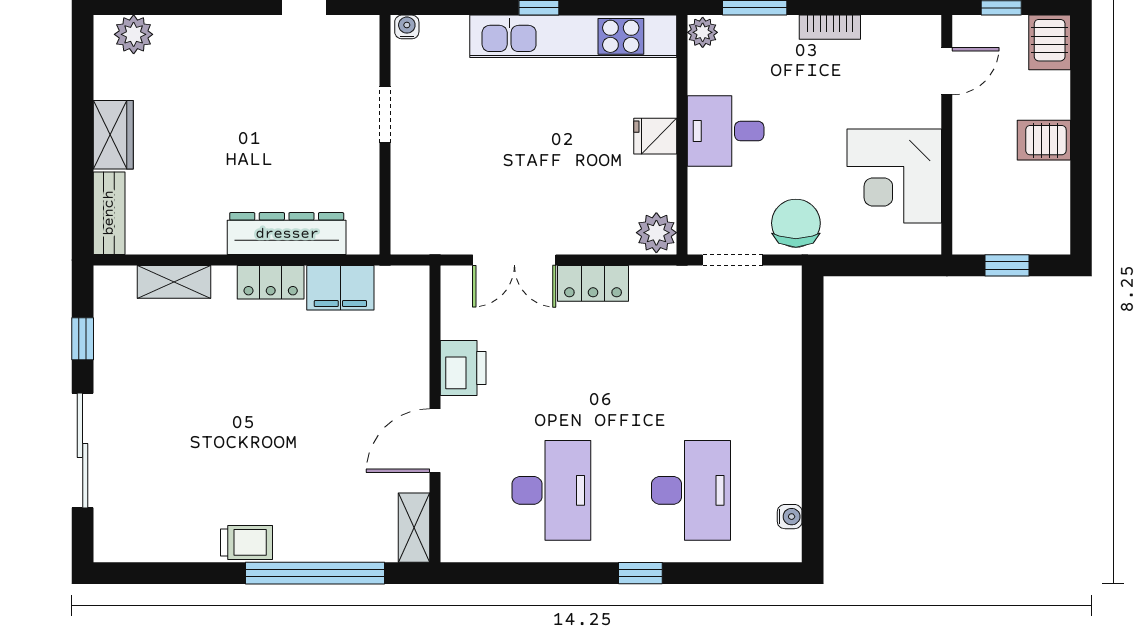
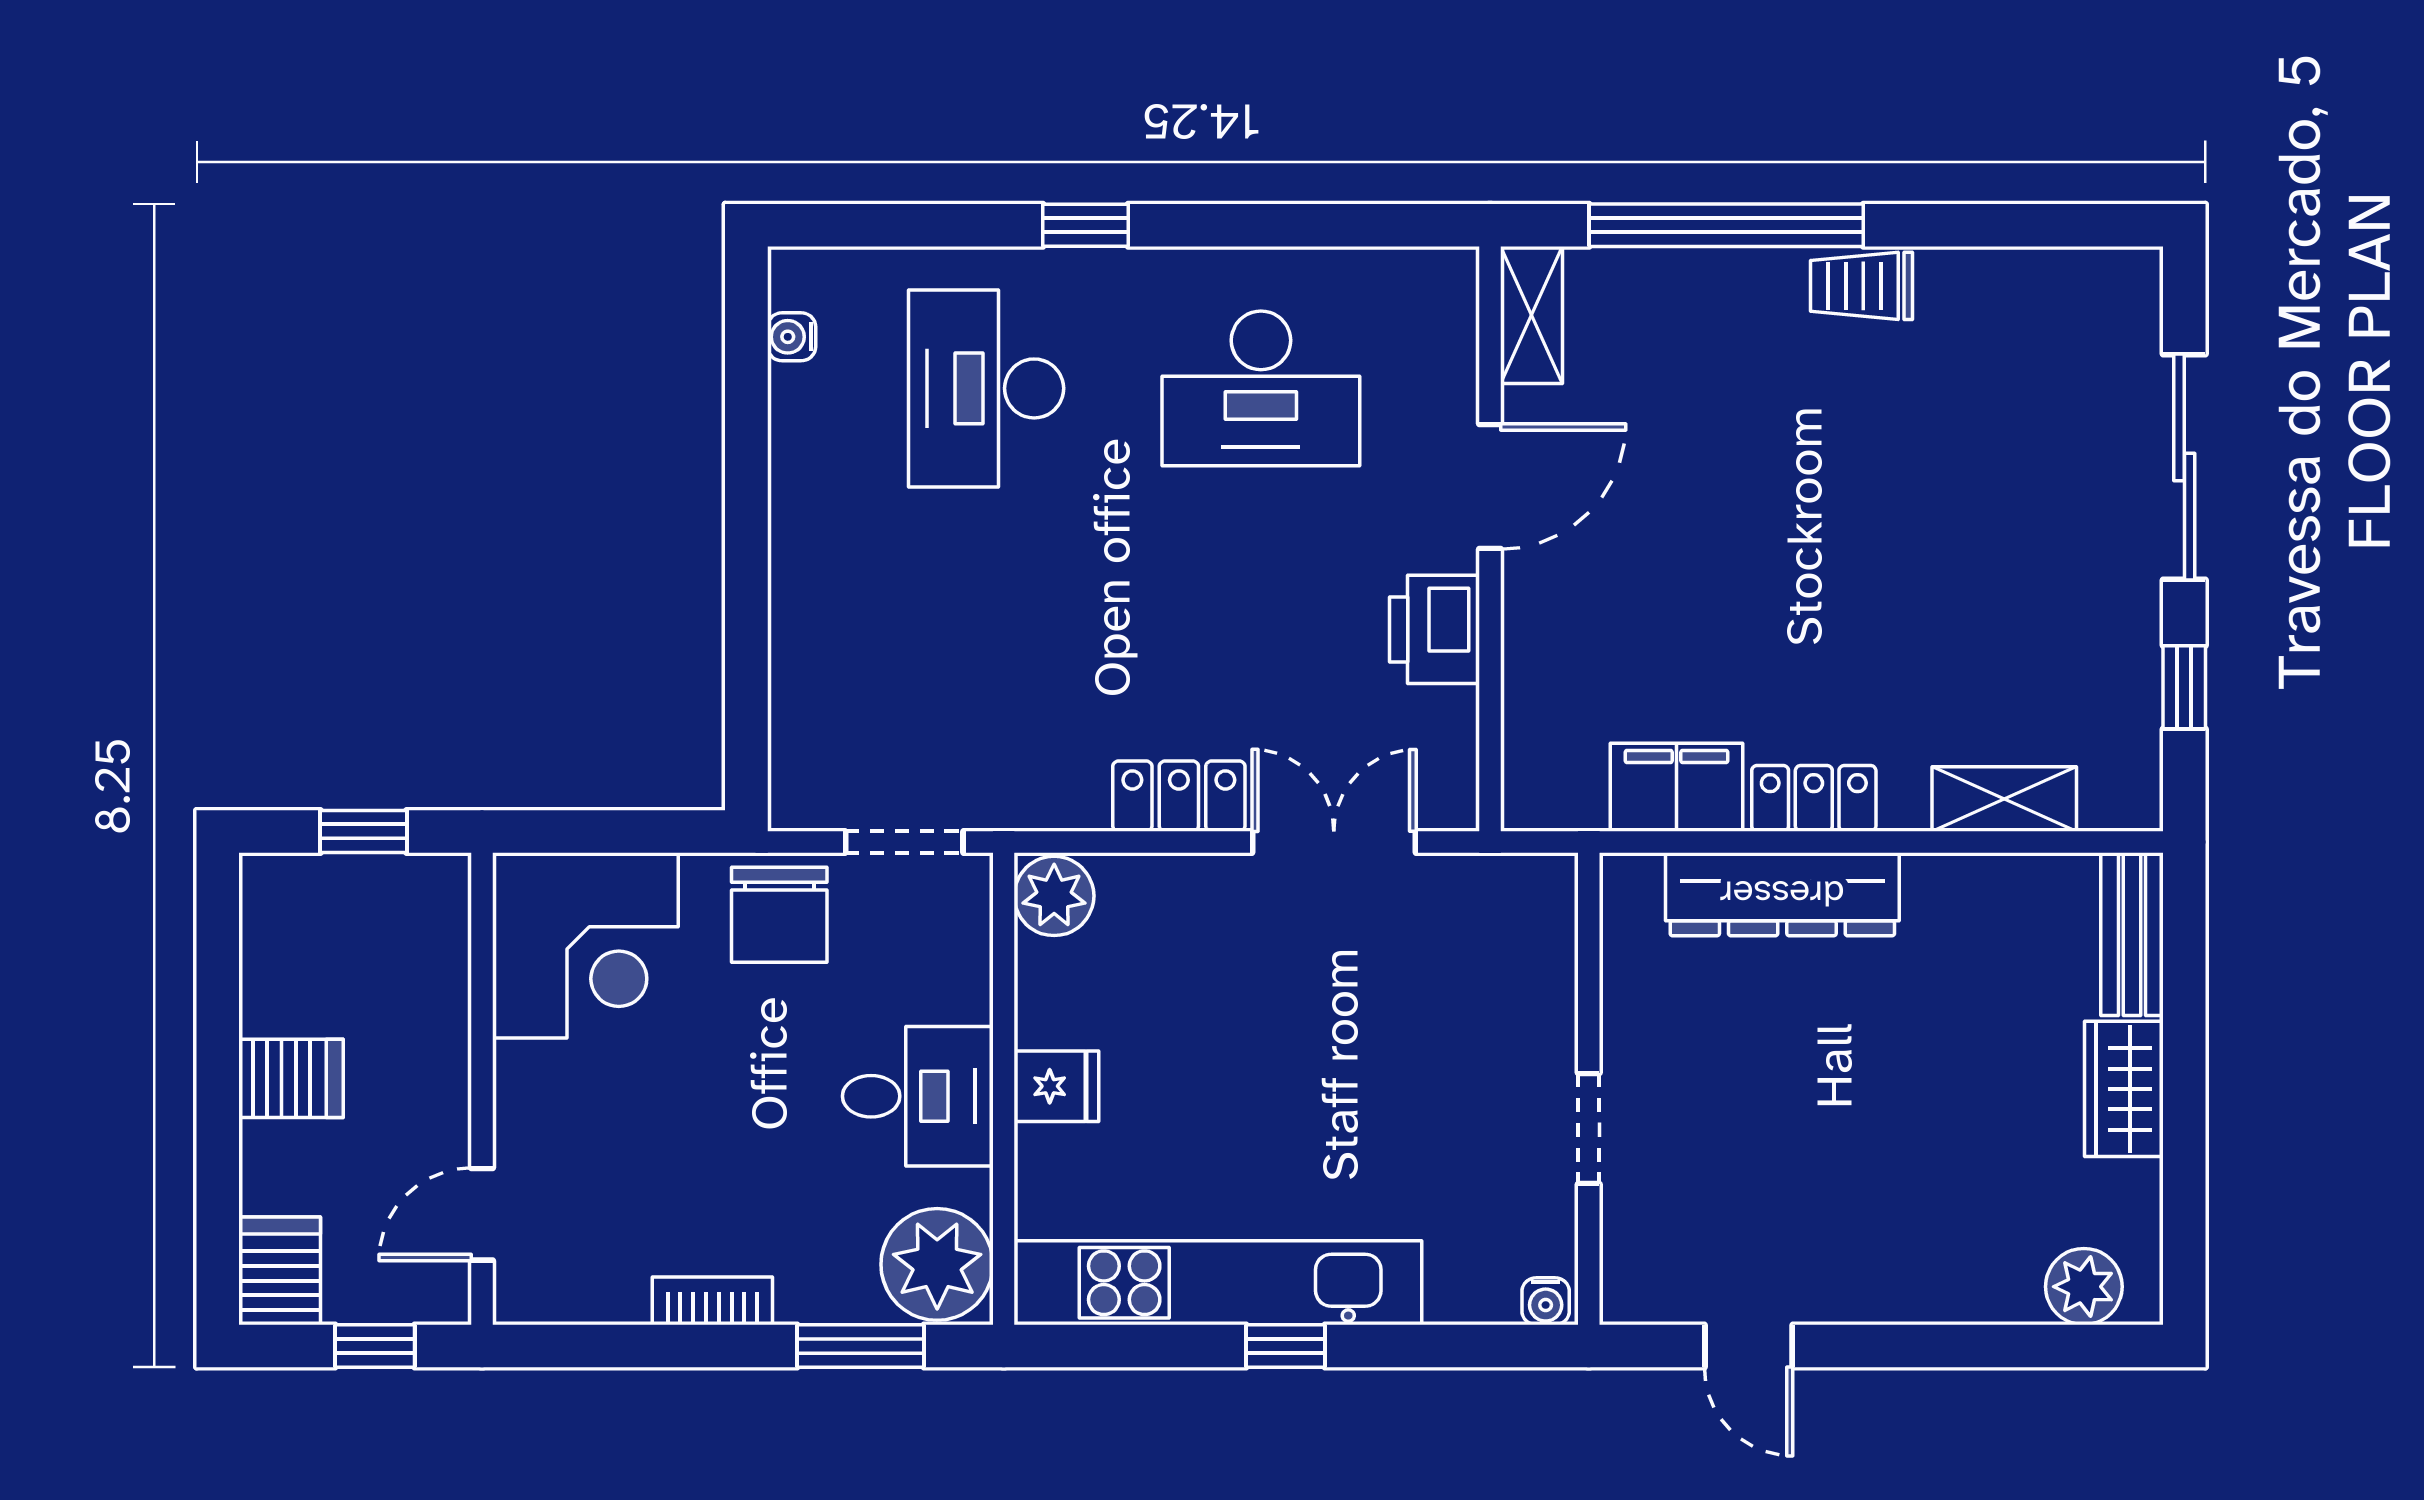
plant: (703, 32) -> (937, 1264), width x1.87, depth x1.87
corner desk: (894, 176) -> (585, 945), moved, turned 90
desk: (551, 490) -> (1261, 388), turned -90

